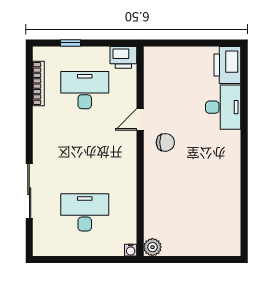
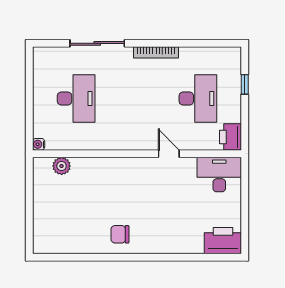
bookcase: (38, 83) -> (156, 52), moved
desk: (223, 107) -> (219, 175), moved, turned 180
chair: (165, 142) -> (120, 234), moved, turned 90
plant: (152, 247) -> (62, 166), moved

